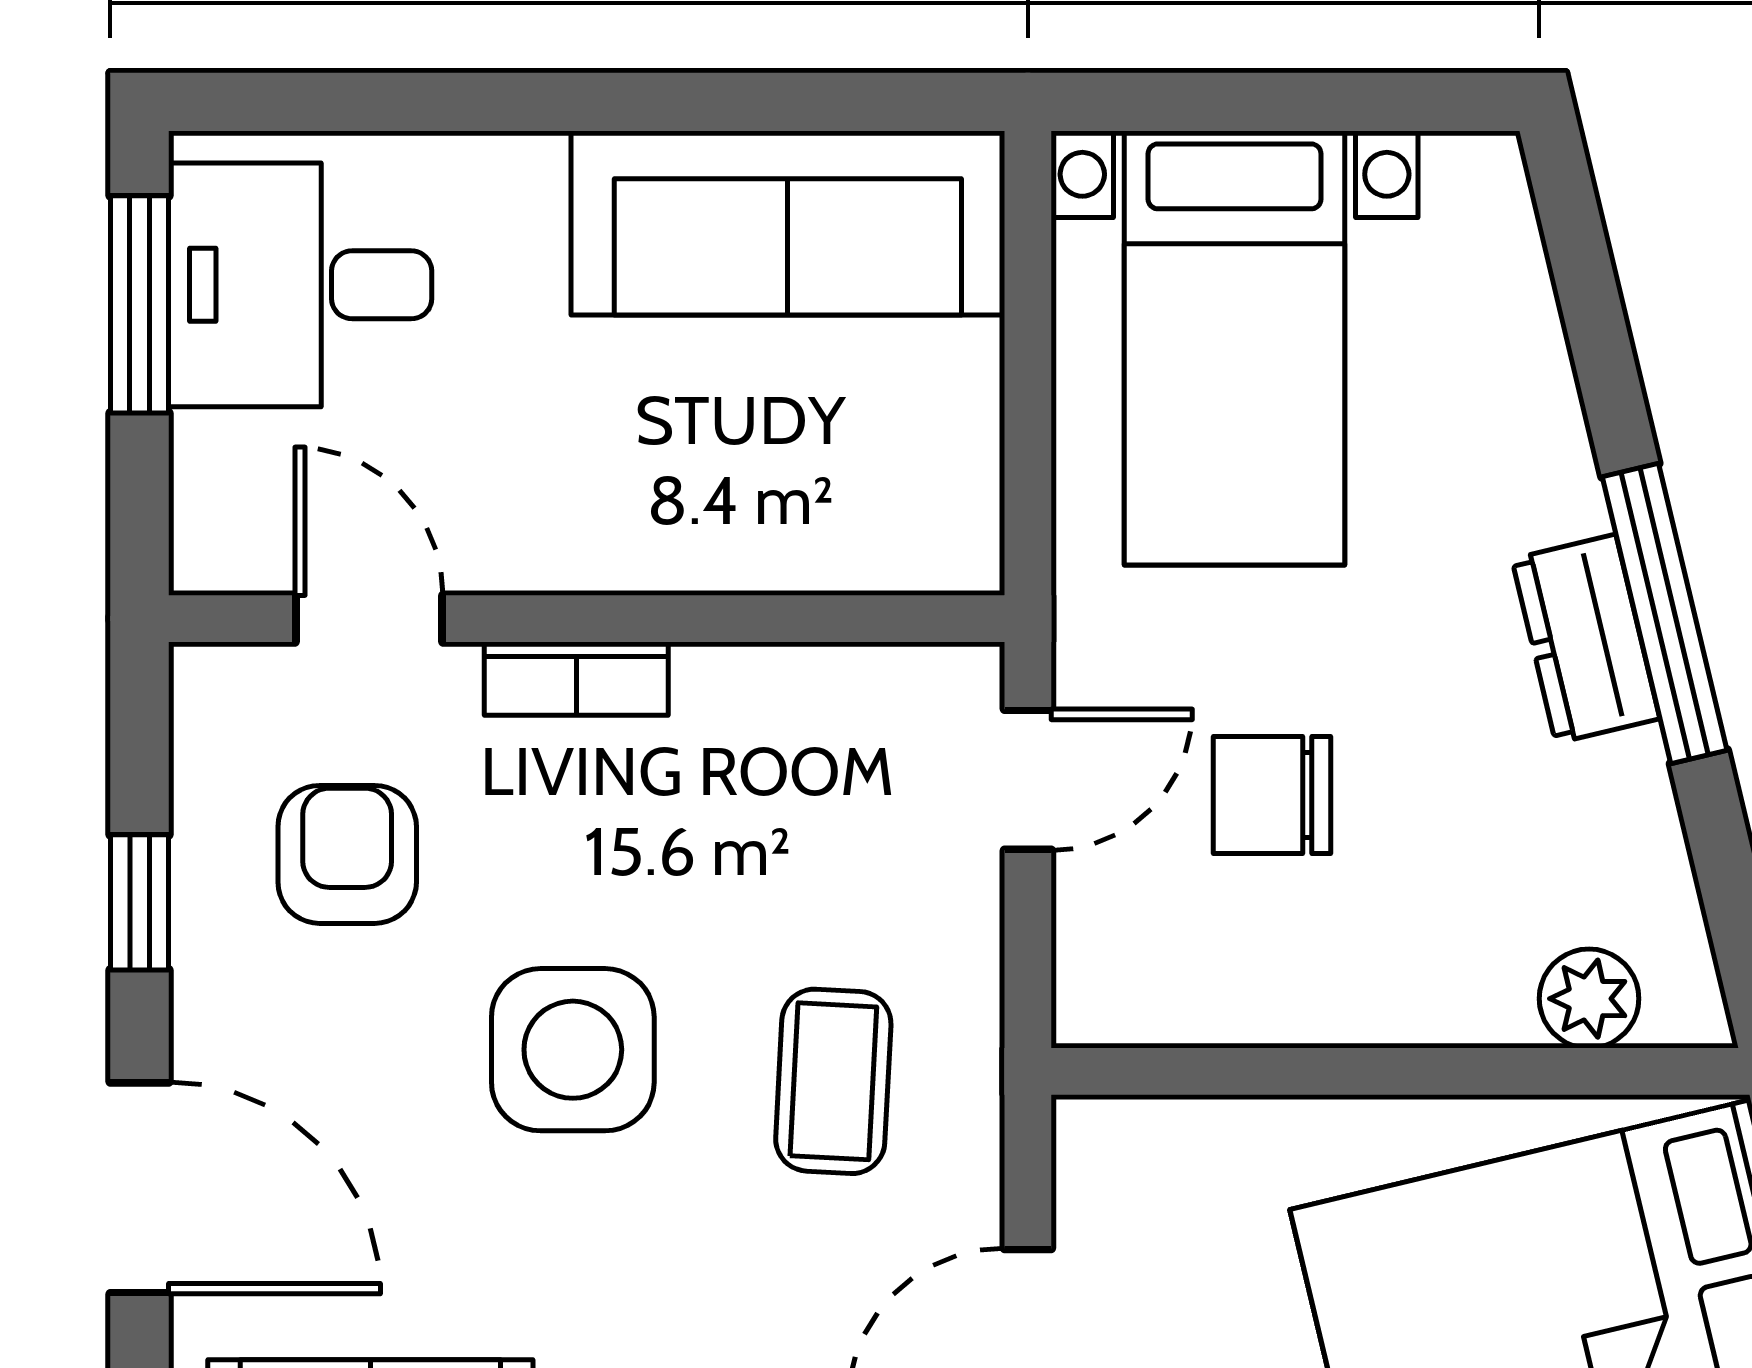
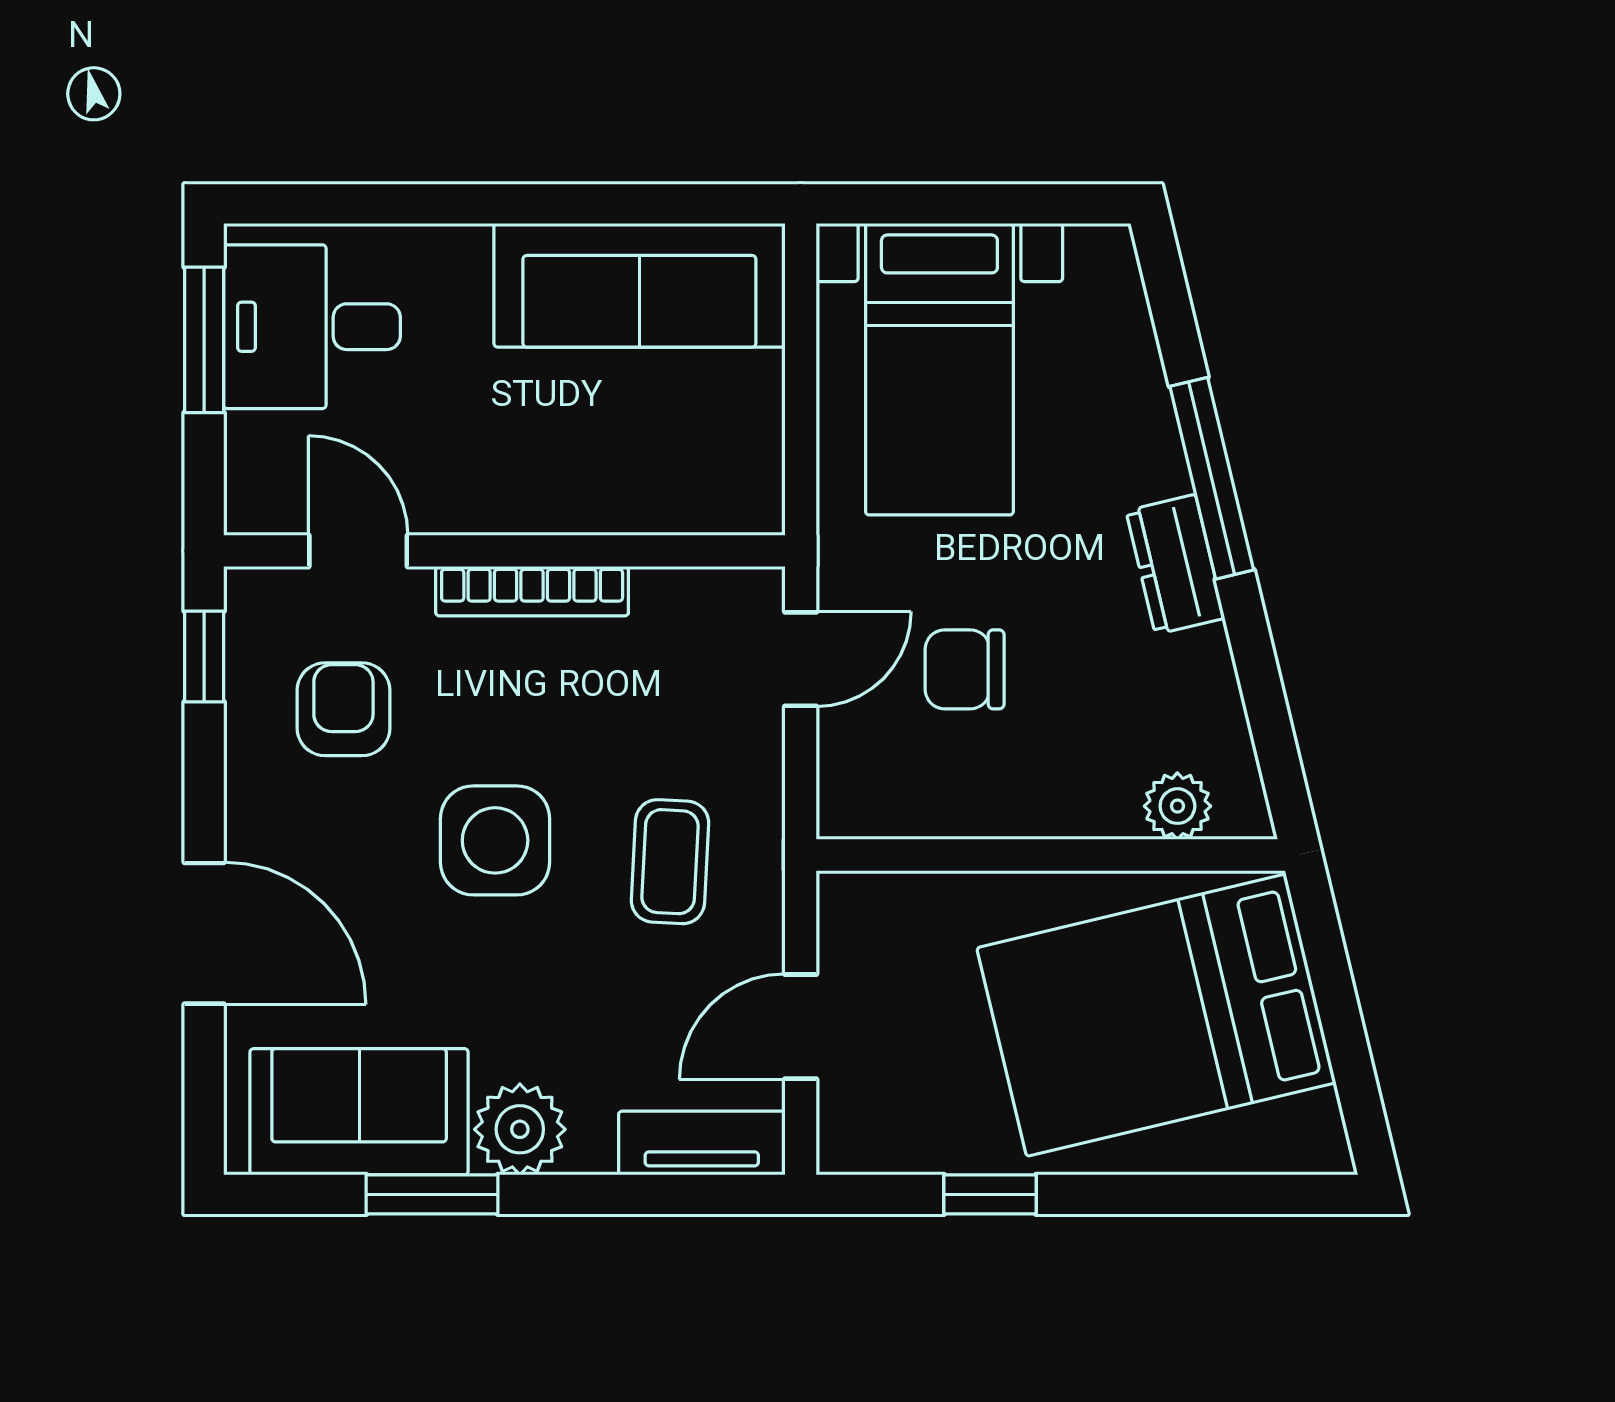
window: (1665, 614) -> (1212, 478), moved
bookcase: (576, 679) -> (532, 591), width x1.56
window: (140, 902) -> (204, 656), moved

